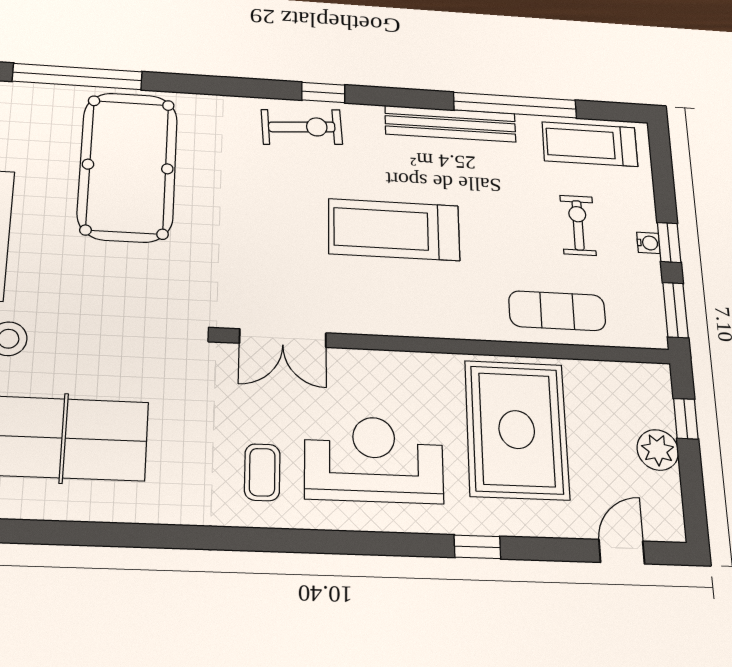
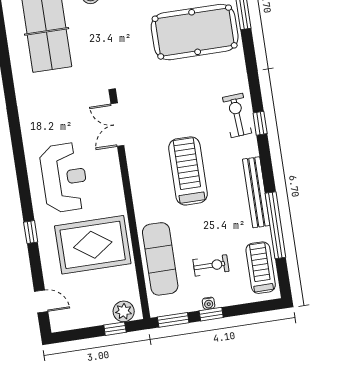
exercise bike: (302, 127) -> (237, 115), turned 180
exercise mat: (557, 311) -> (160, 259), width x1.36, depth x1.45
plant: (658, 450) -> (124, 311), moved
coffee table: (262, 472) -> (48, 126), removed

